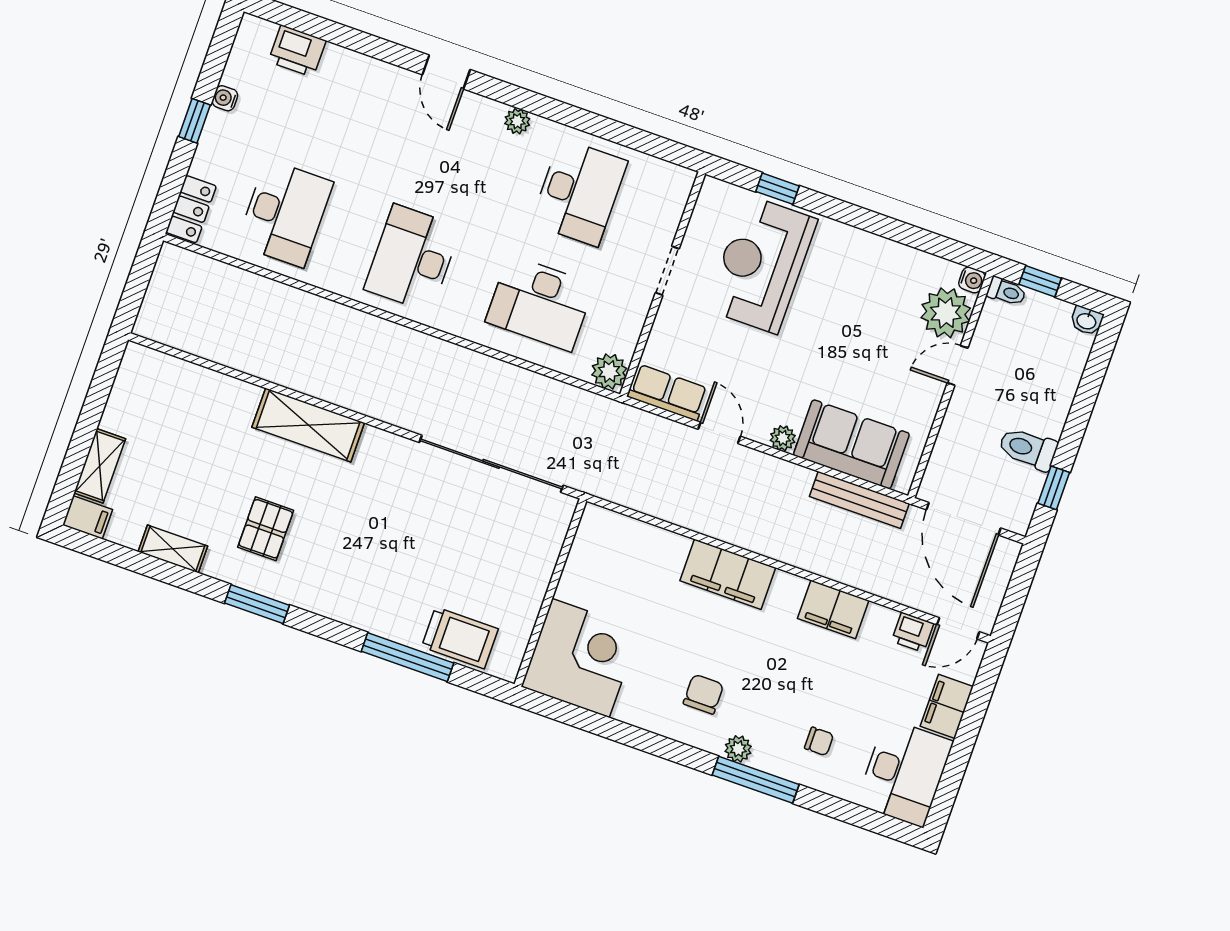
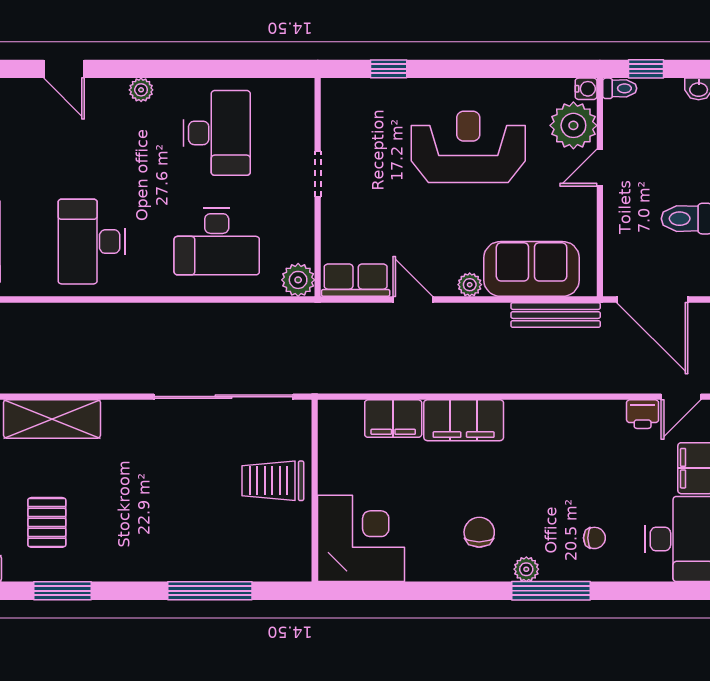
reception desk: (761, 264) -> (468, 147), moved, turned 90
filing cabinet: (833, 609) -> (393, 419), moved
trolley: (460, 638) -> (273, 481), moved, turned 180

